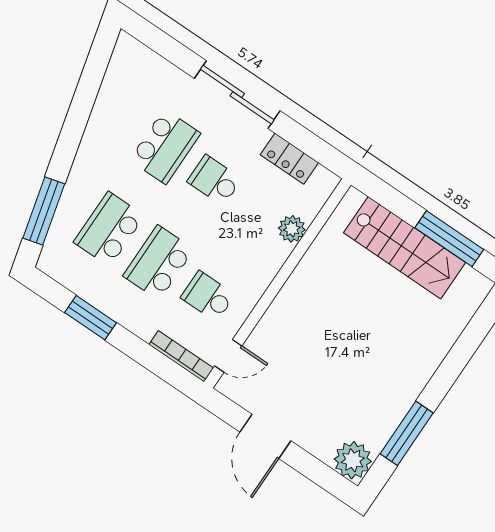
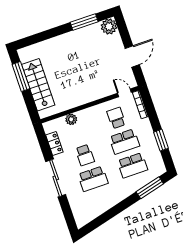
school desk: (165, 147) -> (93, 179), turned 180
school desk: (208, 296) -> (116, 118), turned 180

